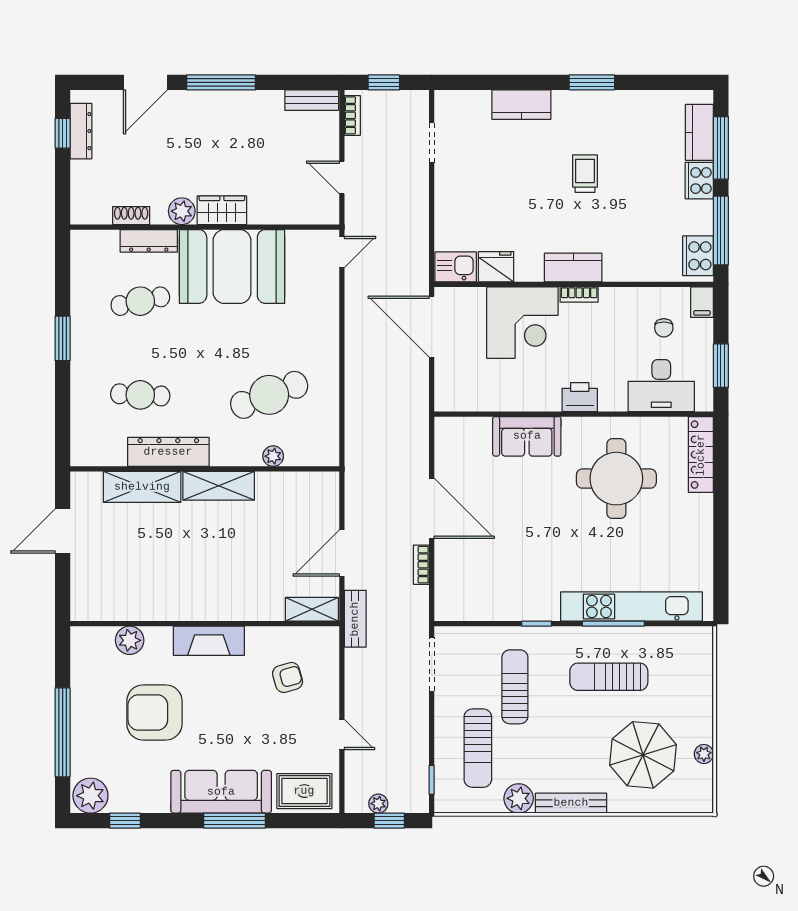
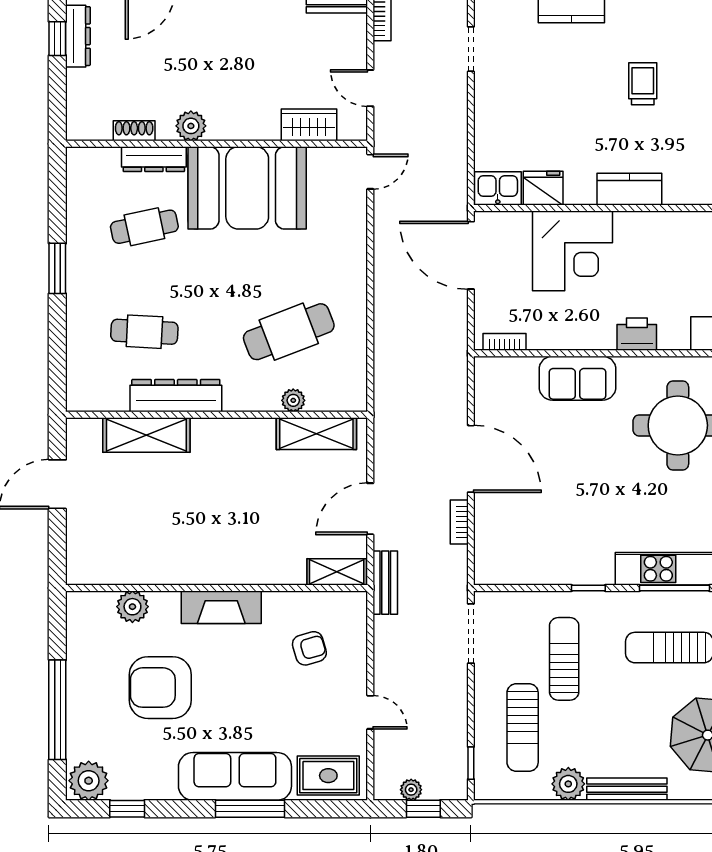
wardrobe: (222, 210) -> (309, 125), moved
bookcase: (579, 295) -> (504, 342), moved, turned 180
shelving: (219, 486) -> (316, 434), moved

